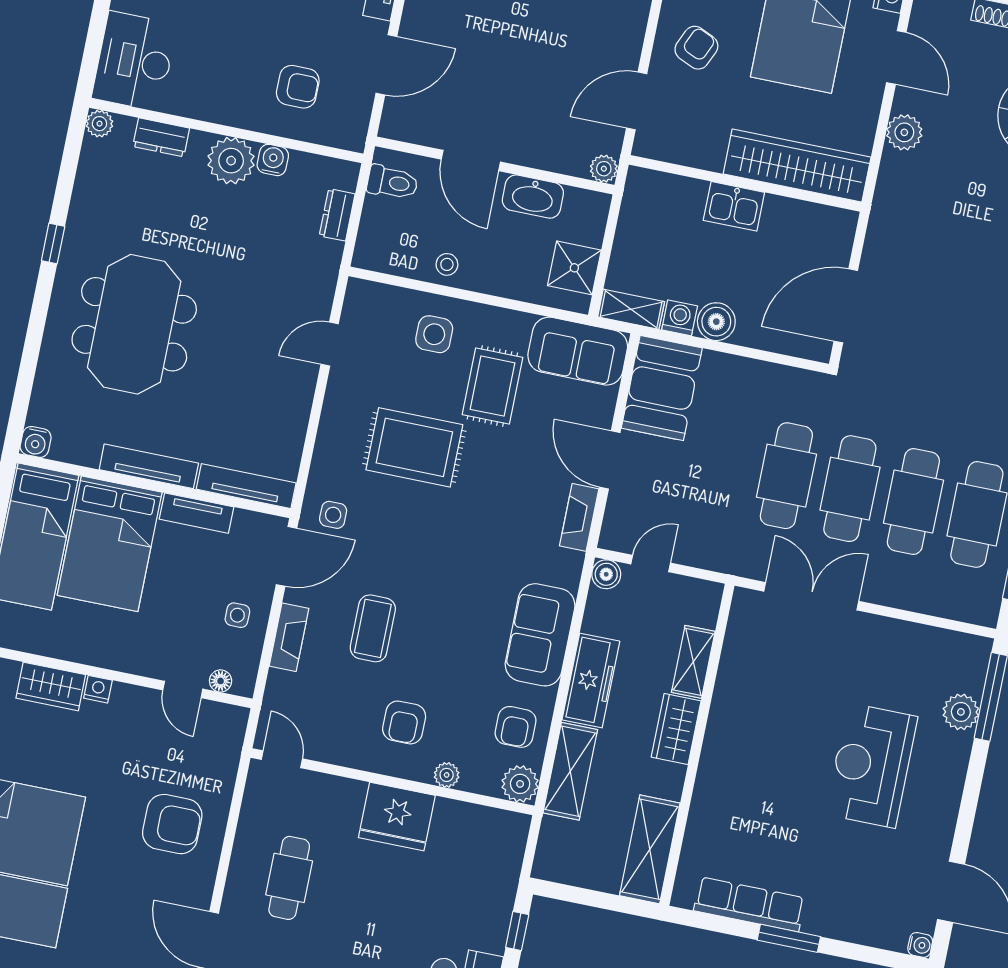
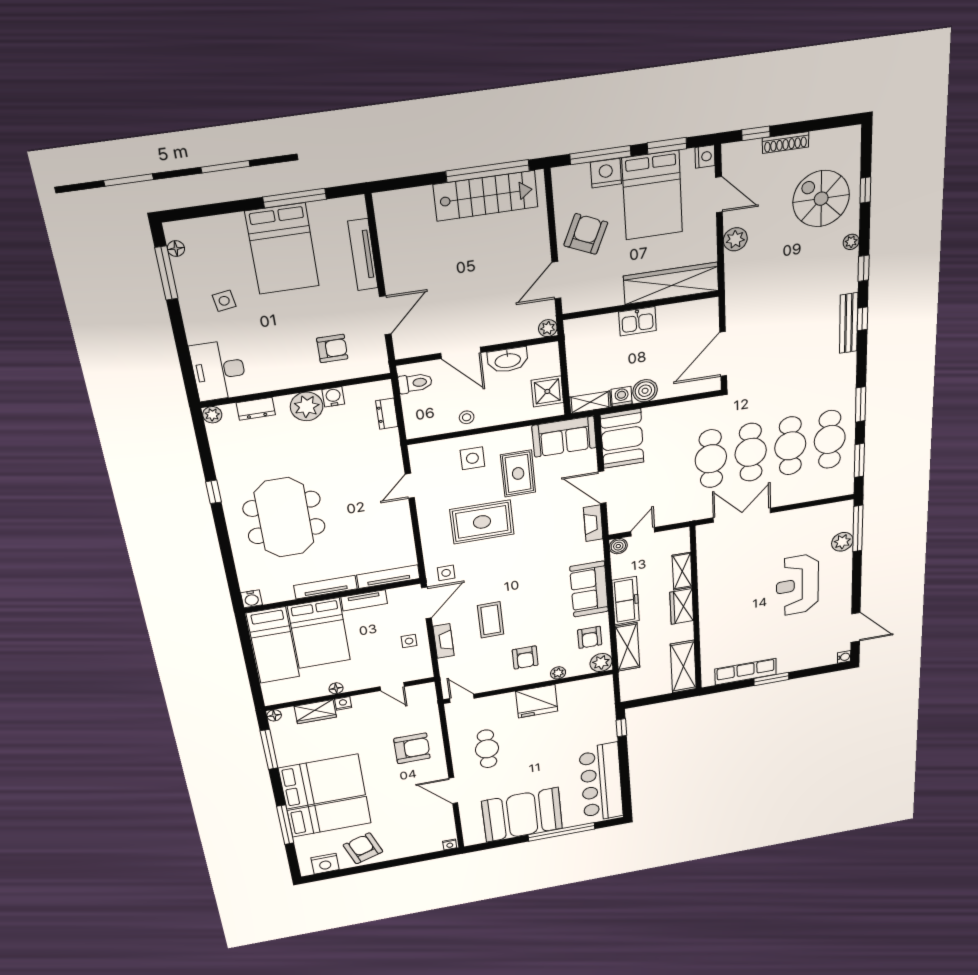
armchair: (696, 48) -> (586, 234), width x1.38, depth x1.38
floor lamp: (221, 681) -> (336, 688), moved

